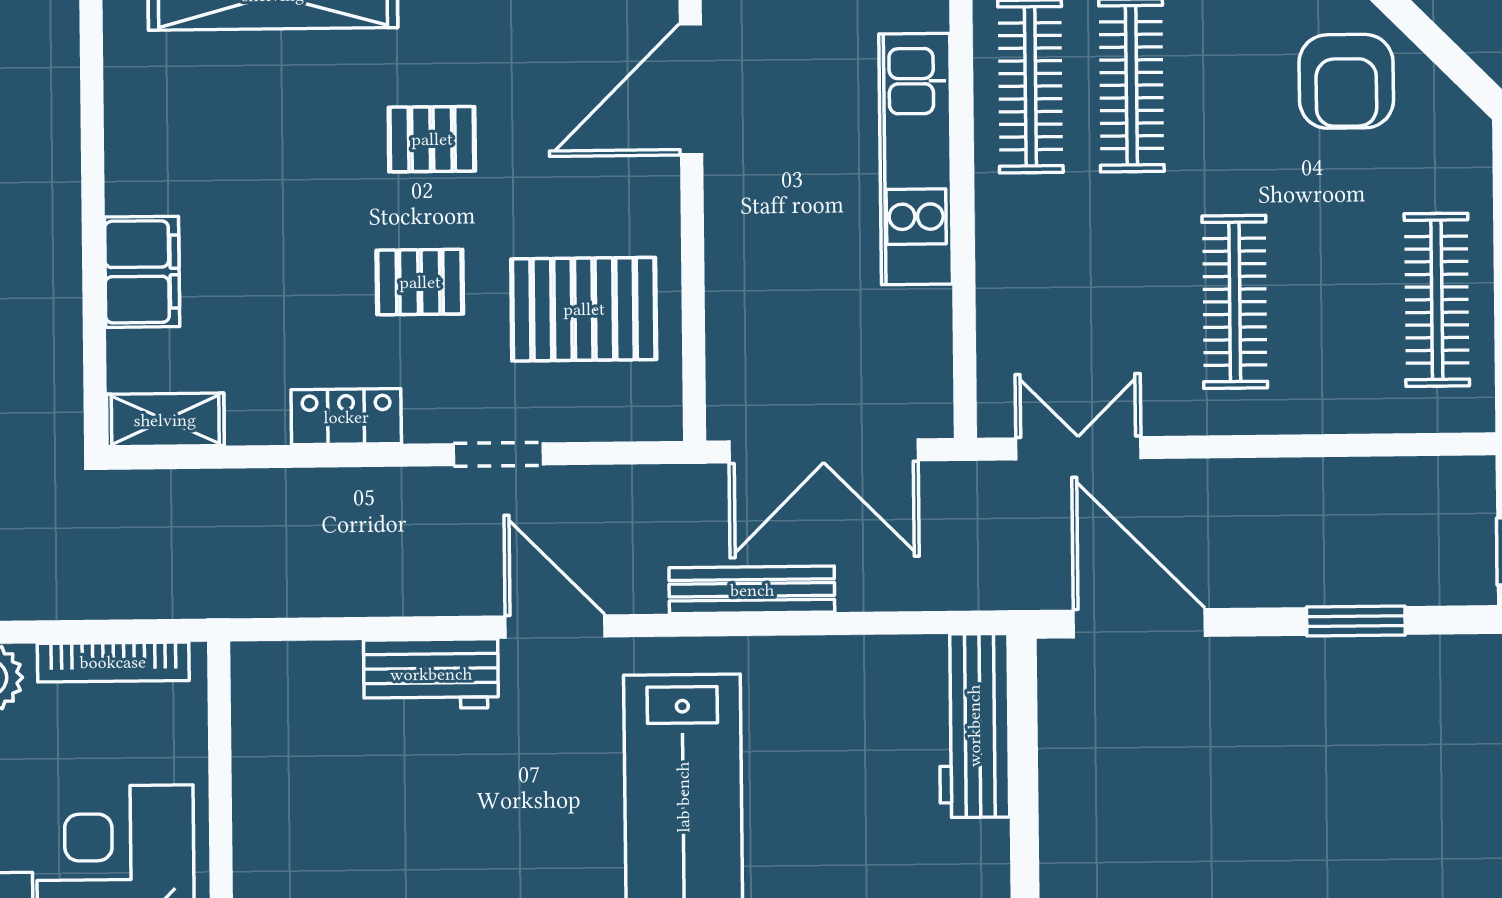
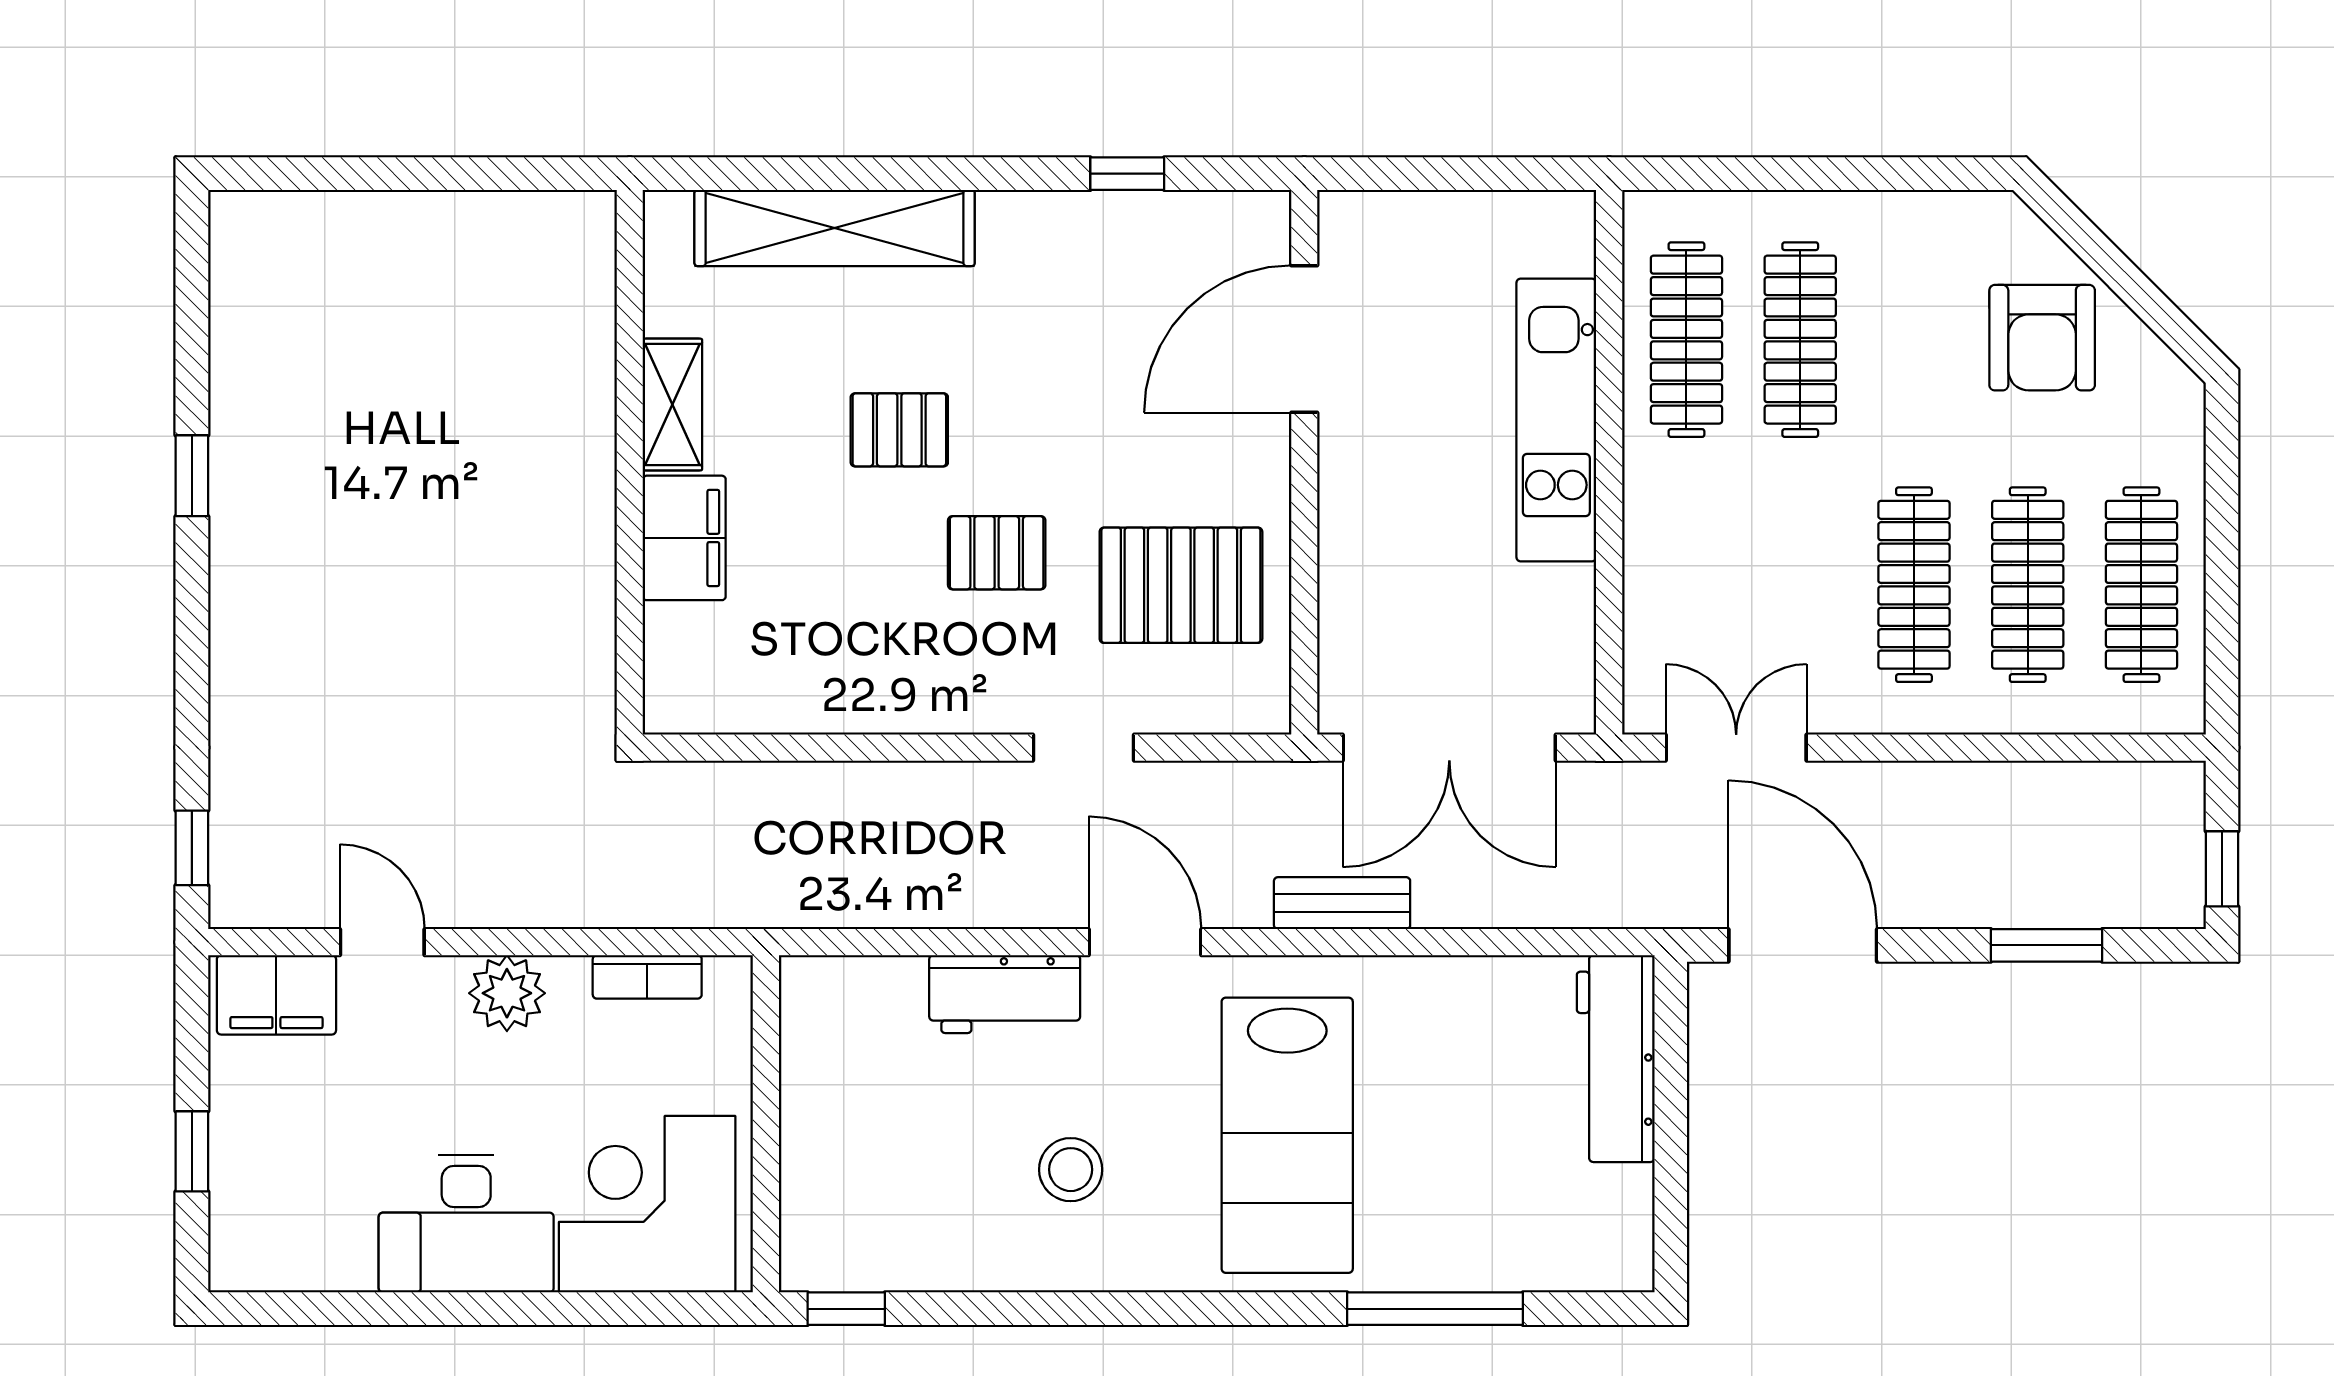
pallet: (432, 139) -> (899, 430), moved
clothes rail: (1336, 301) -> (2028, 585), added
locker: (346, 417) -> (912, 703), removed
shelving: (165, 420) -> (672, 405), moved, turned 90
bench: (752, 590) -> (1342, 903), width x0.73
bookcase: (113, 662) -> (647, 977), width x0.64
stool: (491, 829) -> (1071, 1170), added

